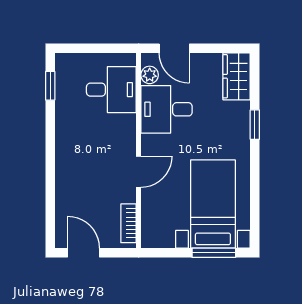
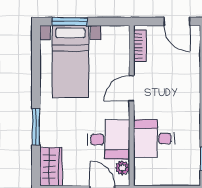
desk: (111, 90) -> (154, 139), moved
window: (255, 125) -> (36, 127), width x1.50

